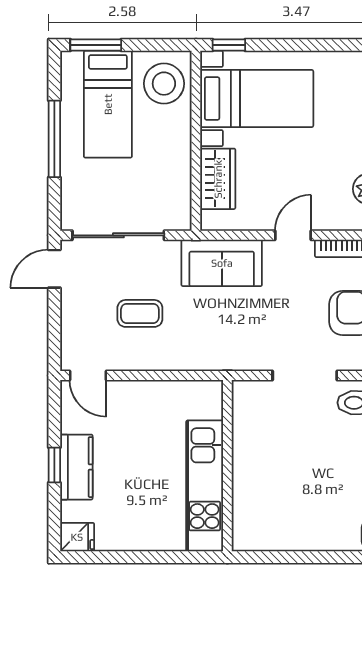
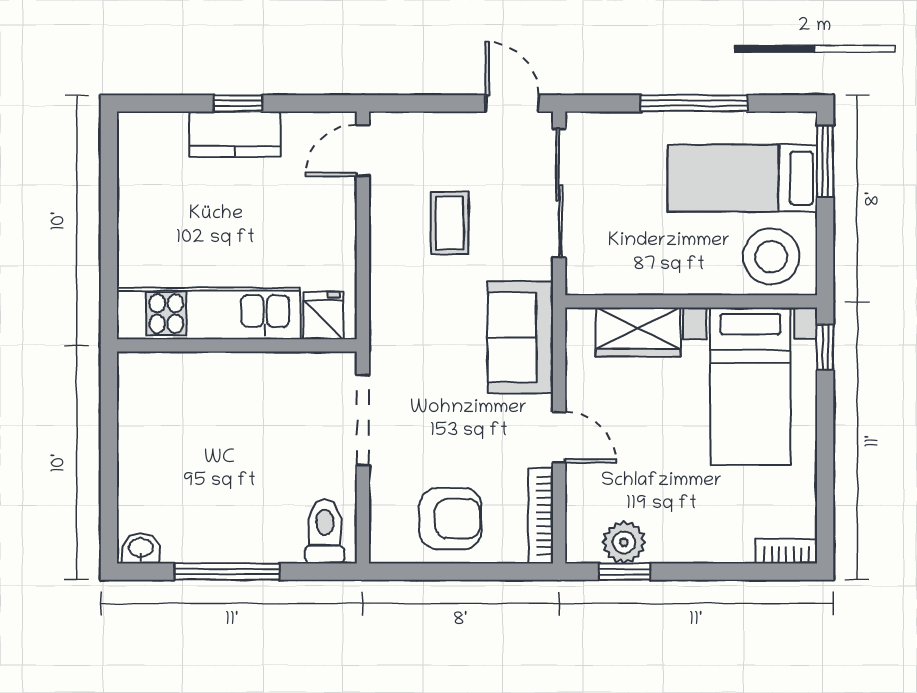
doorway: (305, 375) -> (363, 420), moved
fridge: (77, 537) -> (323, 316), moved, turned 180

